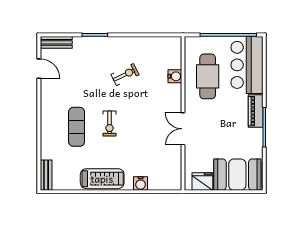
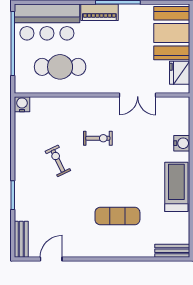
water cooler: (175, 76) -> (22, 104), moved
exercise bike: (110, 124) -> (98, 138), moved
double door: (183, 129) -> (138, 95), moved

